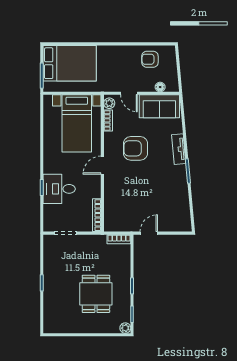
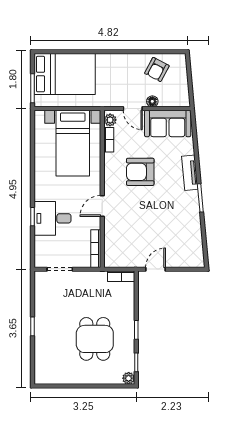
armchair: (150, 59) -> (157, 69), turned -62
floor lamp: (160, 87) -> (152, 101), moved
door: (102, 165) -> (102, 206), moved

